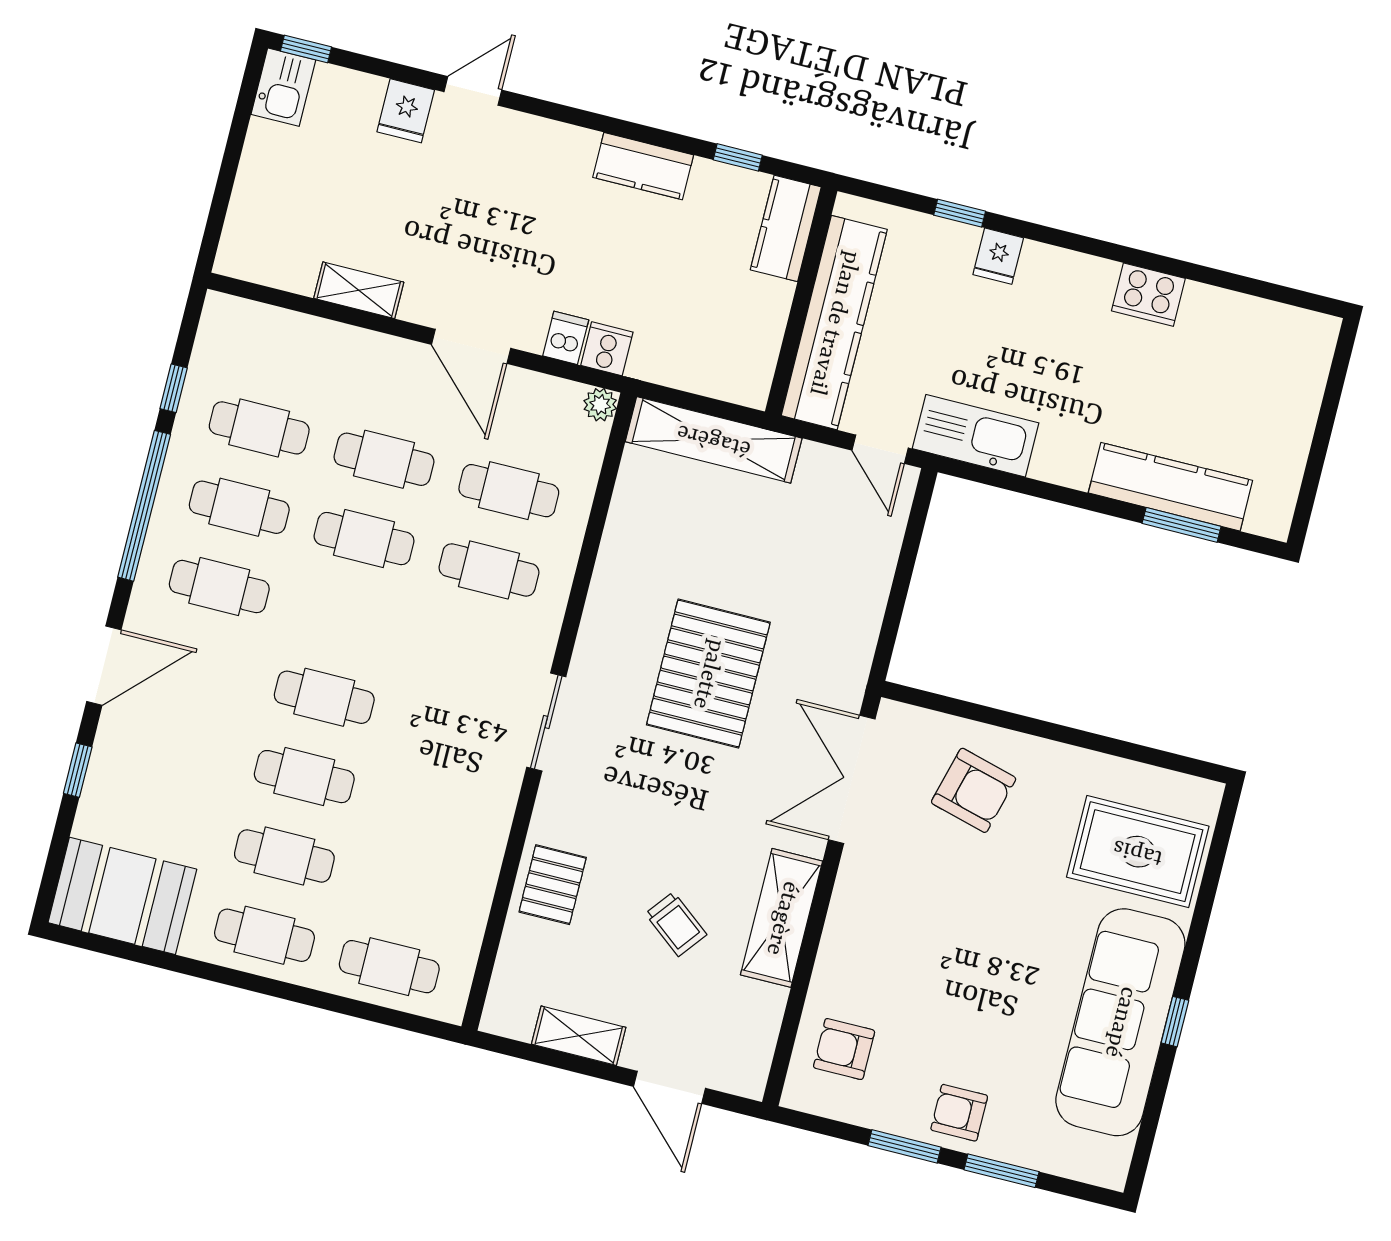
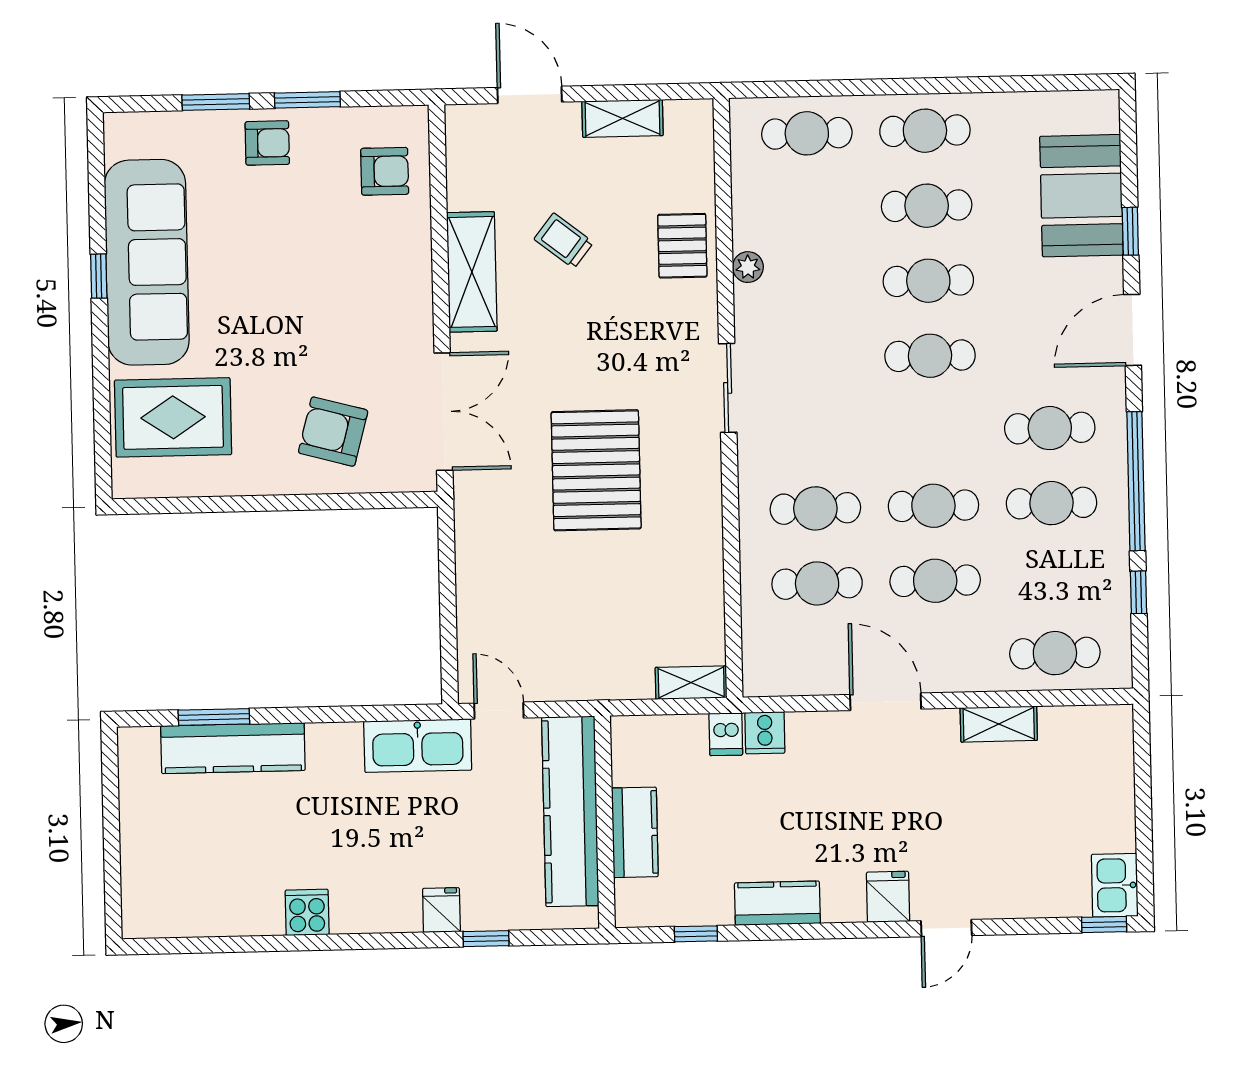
fridge: (406, 111) -> (888, 897), moved
kitchen counter: (786, 228) -> (635, 832), moved
cooker: (1148, 295) -> (307, 912), width x0.73
dishwasher: (566, 338) -> (726, 734), moved
plant: (600, 405) -> (748, 267), moved
cafe table: (259, 428) -> (1055, 653), moved
shelving: (714, 440) -> (691, 683), width x0.45, depth x0.75
booth: (122, 896) -> (1081, 196), moved, turned 90

